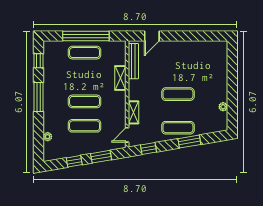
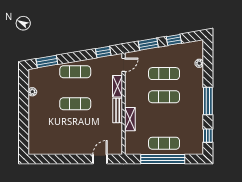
bench: (133, 61) -> (118, 111), moved, width x0.73
window: (189, 142) -> (47, 62), moved

